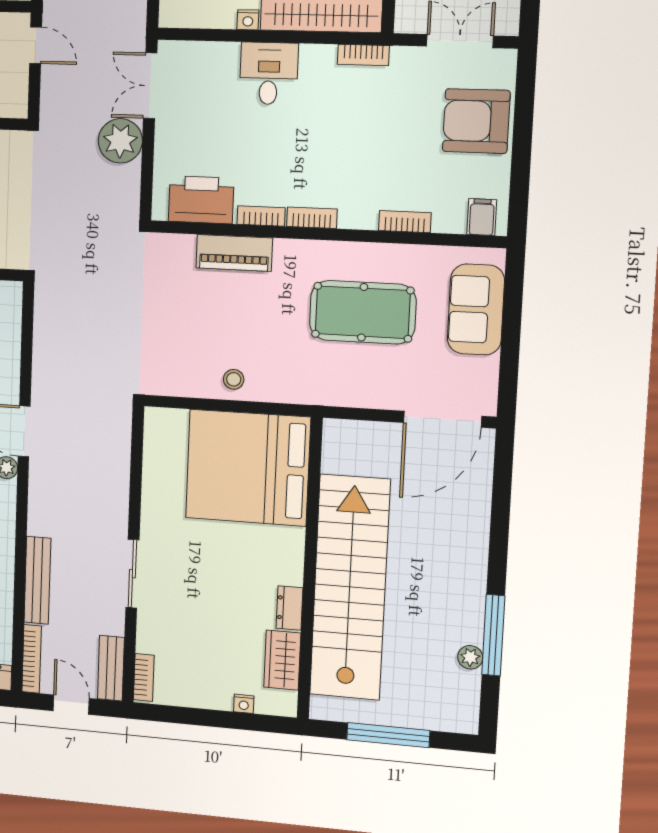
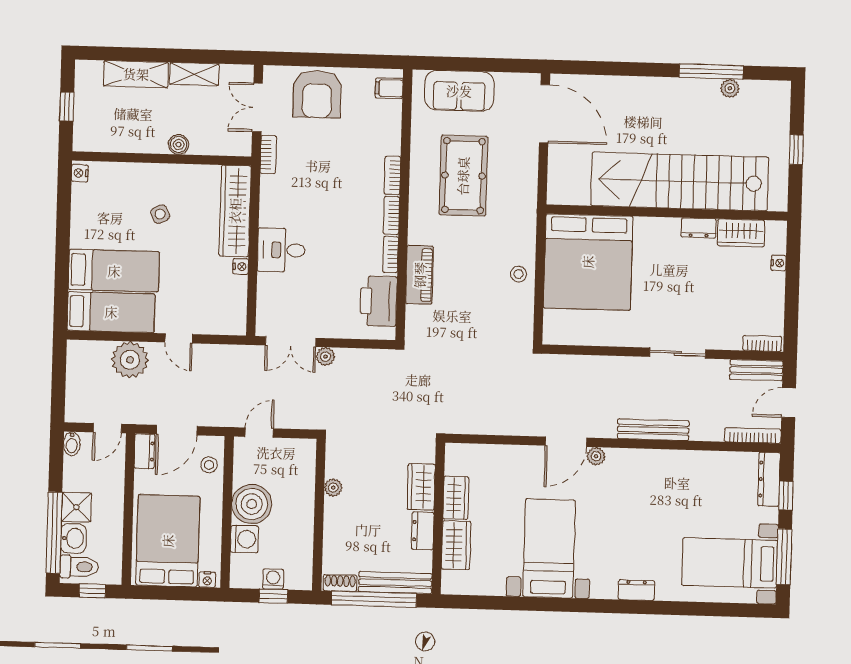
bookcase: (363, 55) -> (268, 155), moved
plant: (120, 141) -> (326, 357), width x0.53, depth x0.53
bookcase: (405, 222) -> (392, 175), moved
bench: (37, 580) -> (653, 430), moved
window: (388, 735) -> (796, 150), width x0.46

